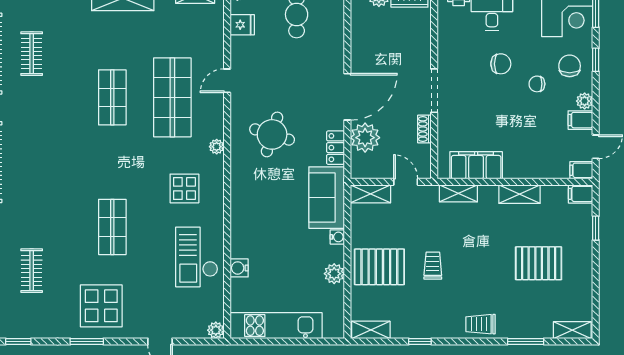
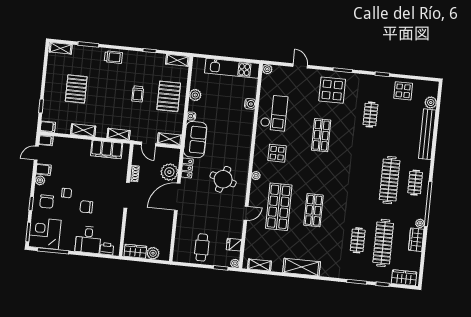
pallet: (539, 263) -> (76, 89), turned 90
pallet: (379, 267) -> (169, 96), turned 90

